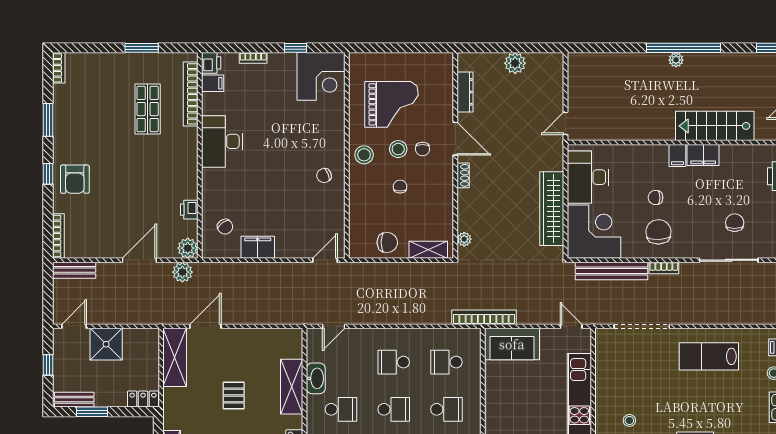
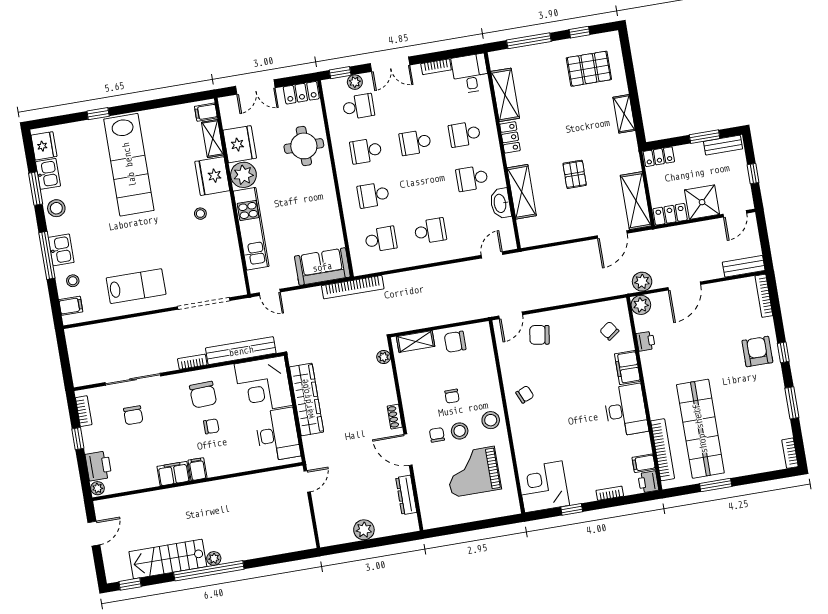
shop shelf: (148, 109) -> (700, 429), width x2.00, depth x1.36
stairs: (715, 126) -> (168, 559), moved, turned 180
chair: (298, 235) -> (539, 335), added
filing cabinet: (258, 247) -> (627, 368), moved, turned 90
locker: (141, 337) -> (670, 214), added
school desk: (394, 409) -> (423, 187), removed

